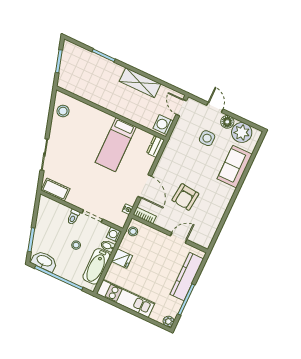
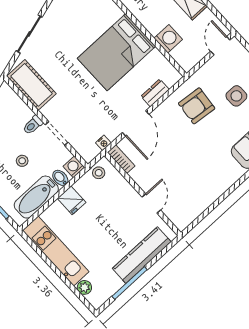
washing machine: (163, 125) -> (168, 39), moved, turned 90
bed: (116, 145) -> (116, 52), width x1.50
dresser: (155, 146) -> (155, 93), moved
cot: (55, 190) -> (31, 85), width x1.37, depth x1.34
armchair: (185, 197) -> (197, 106), moved
door: (179, 238) -> (151, 204), hinge flipped
plant: (169, 321) -> (84, 287), moved

